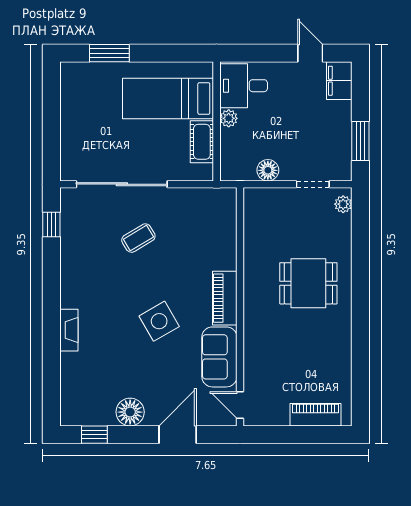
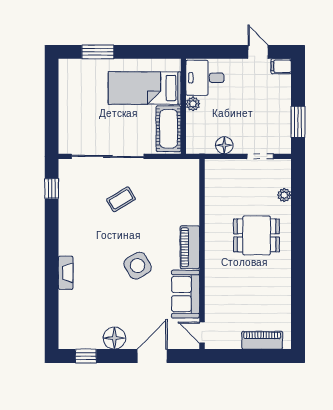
filing cabinet: (339, 81) -> (281, 66), width x0.50
cot: (202, 142) -> (169, 129), width x1.37, depth x1.34
plant: (343, 204) -> (284, 195), moved

